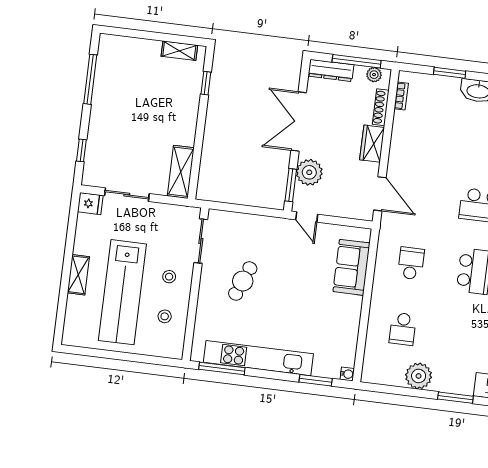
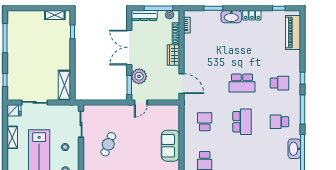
door: (307, 217) -> (141, 102), hinge flipped
sofa: (351, 267) -> (170, 146), moved
shelving: (78, 275) -> (12, 137), moved

